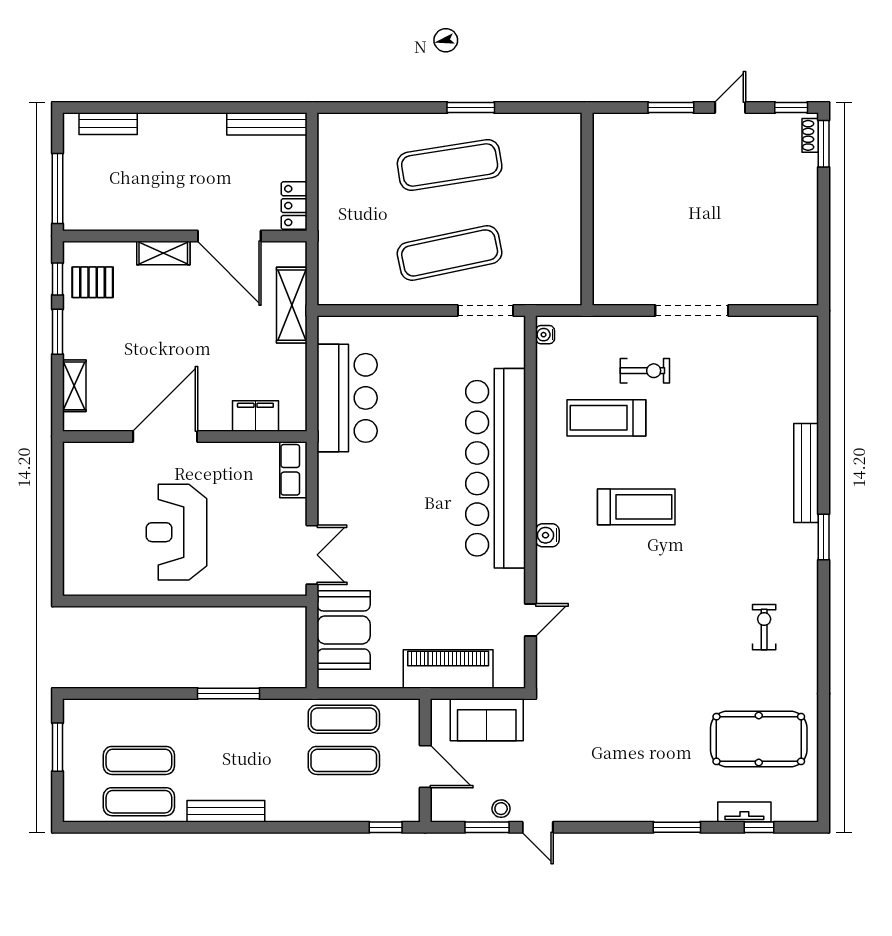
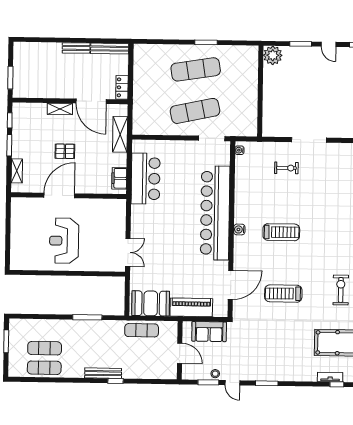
door: (730, 107) -> (329, 44), swing flipped
bench: (108, 124) -> (76, 48), moved
plant: (612, 133) -> (273, 55), added
window: (58, 189) -> (10, 78), width x0.69
pallet: (93, 282) -> (65, 151), moved
filing cabinet: (255, 416) -> (119, 178), moved, turned -90
treadmill: (606, 418) -> (283, 294), moved
row of seats: (293, 470) -> (120, 212), removed
water cooler: (547, 535) -> (239, 229), moved
door: (531, 620) -> (231, 285), width x1.88
exercise bike: (764, 627) -> (341, 290), width x1.38, depth x1.39
booth: (344, 630) -> (151, 303), moved, turned 90
exercise mat: (344, 760) -> (141, 350), removed
bench: (226, 811) -> (103, 373), moved
window: (386, 827) -> (115, 381), moved
window: (677, 827) -> (267, 383), moved

